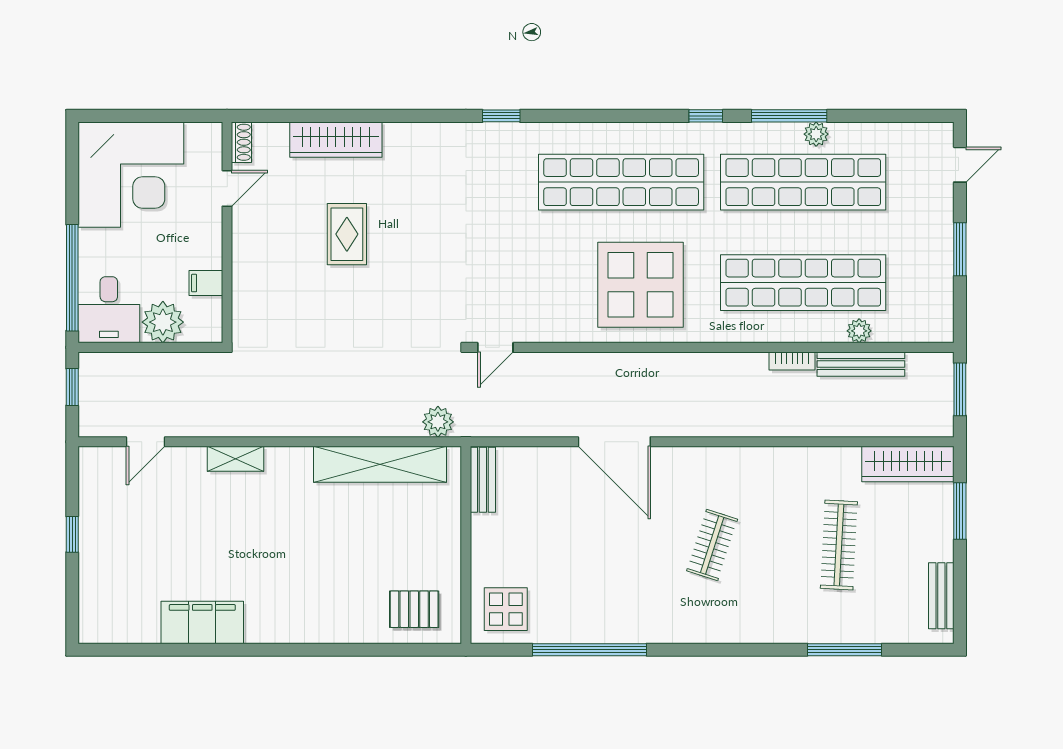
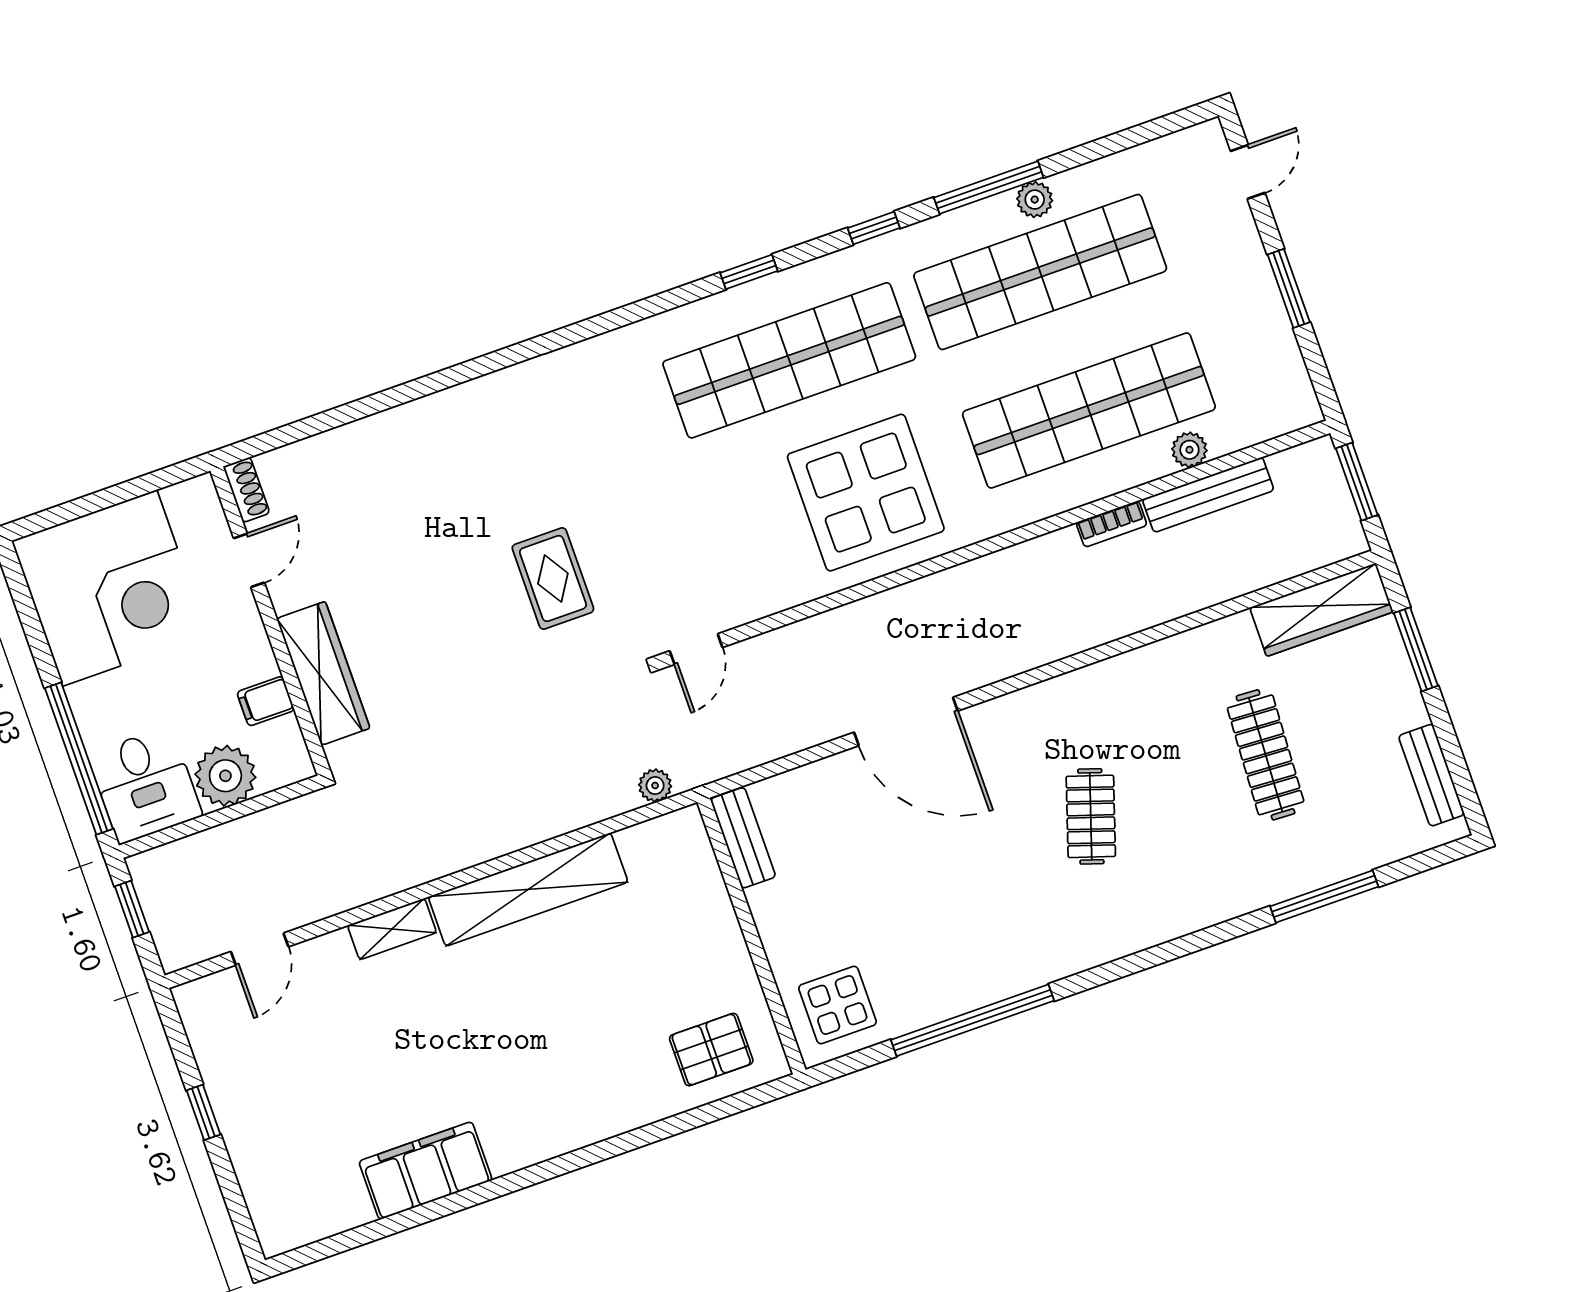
window: (501, 116) -> (749, 272), moved
wardrobe: (336, 140) -> (323, 673), moved, turned -90
rug: (347, 234) -> (553, 579), moved
plant: (438, 422) -> (655, 785), width x0.73, depth x0.73
shelving: (380, 464) -> (528, 889), moved

